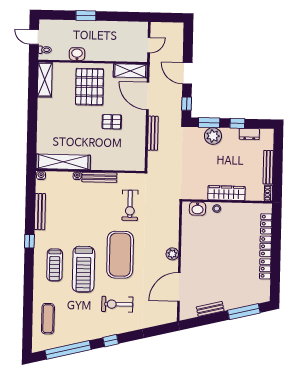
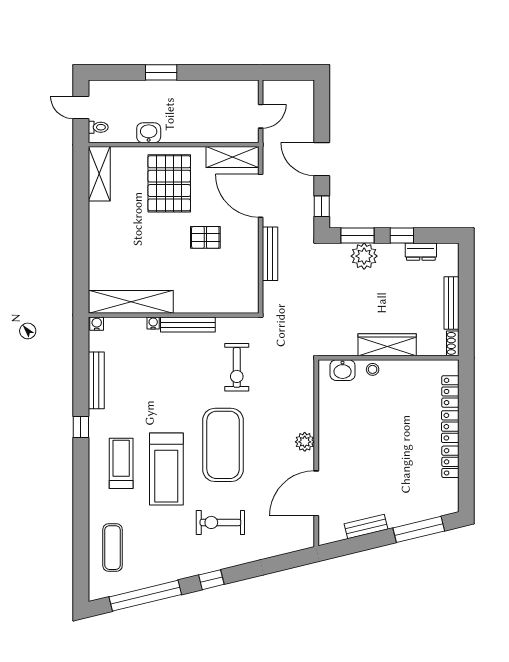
treadmill: (55, 265) -> (121, 463), turned 180

